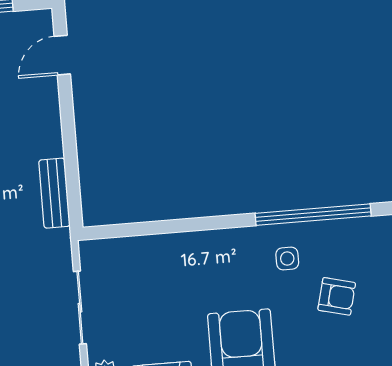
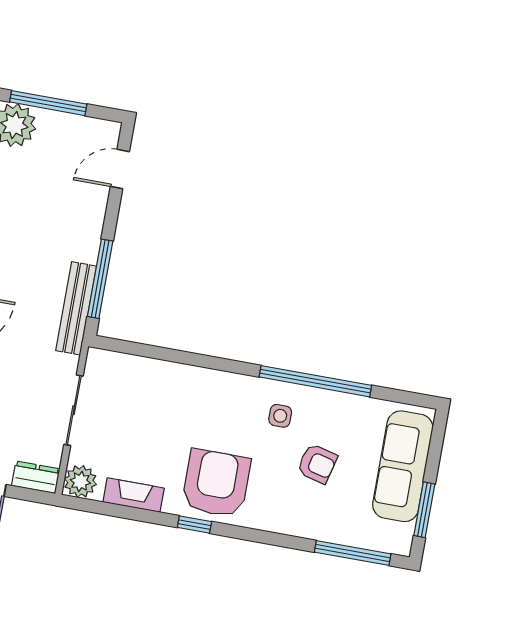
window: (72, 170) -> (100, 279), added
bench: (54, 193) -> (76, 308), width x1.36

